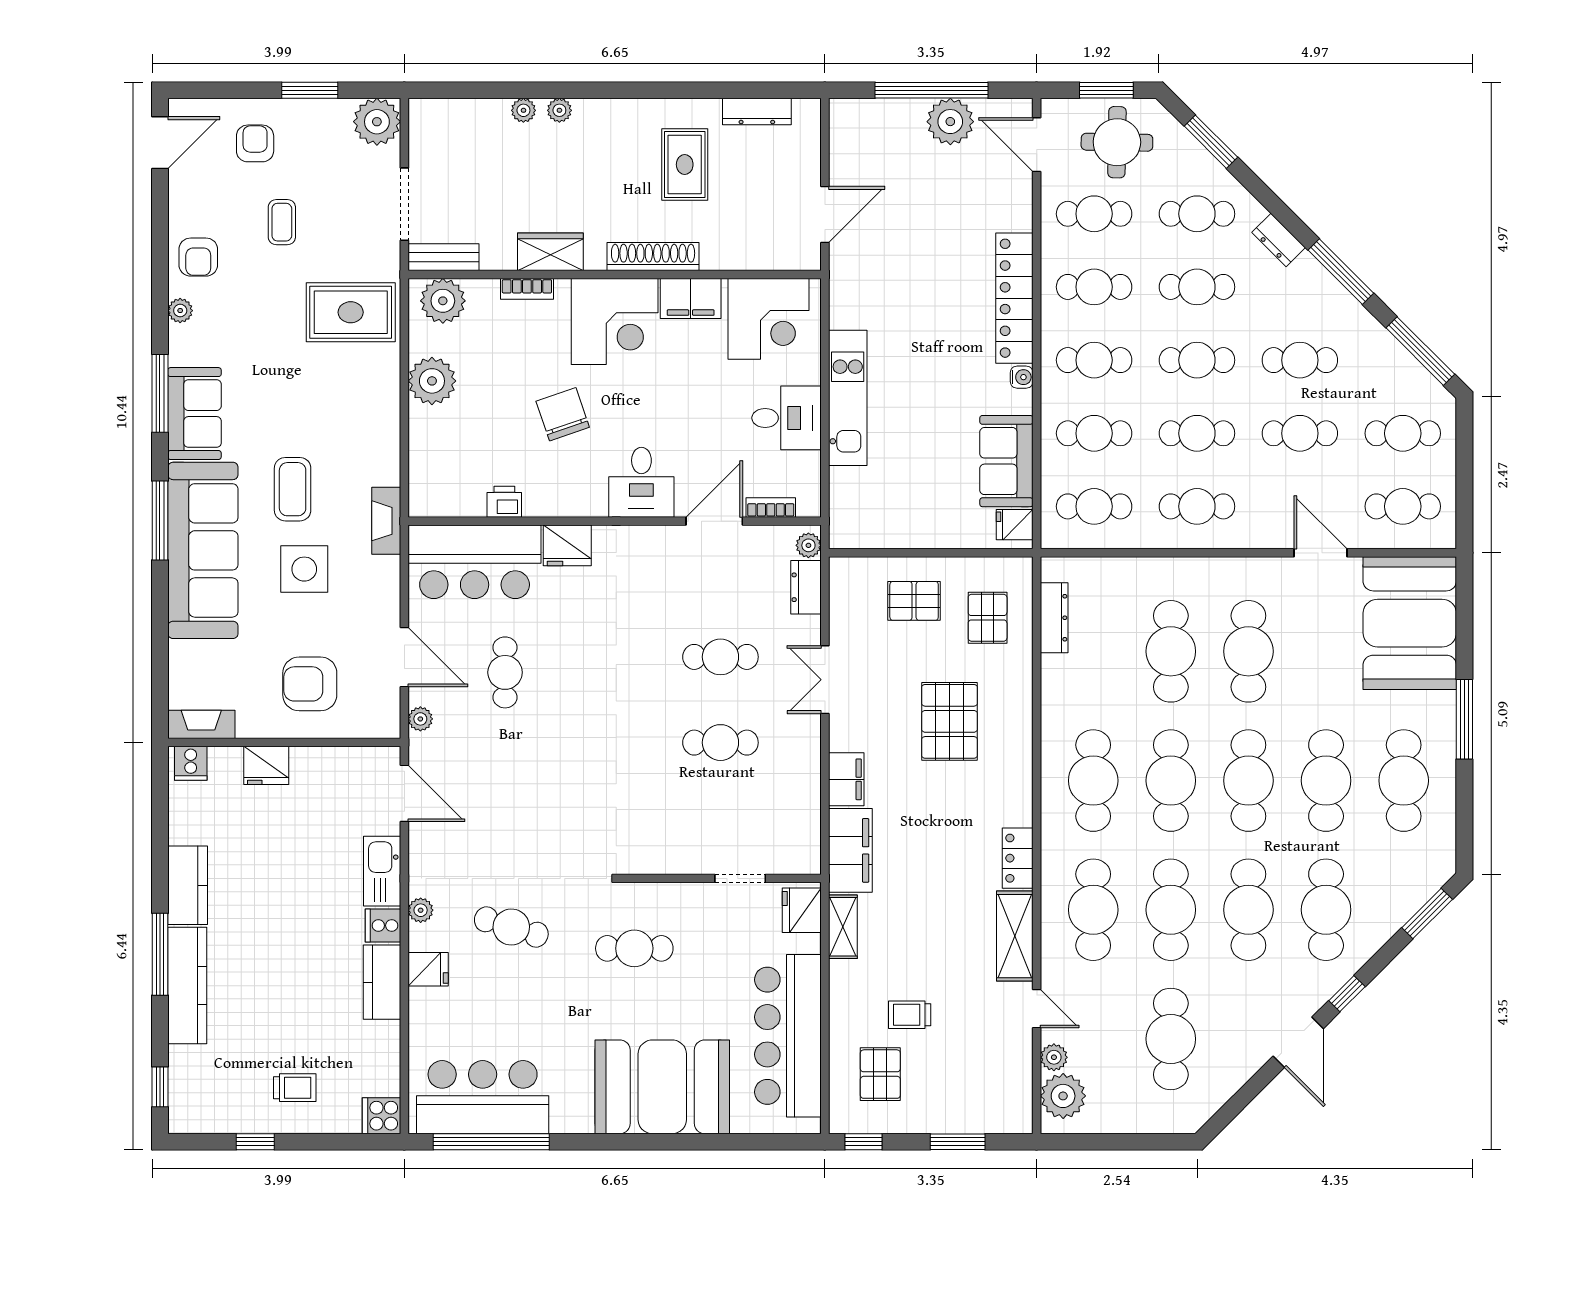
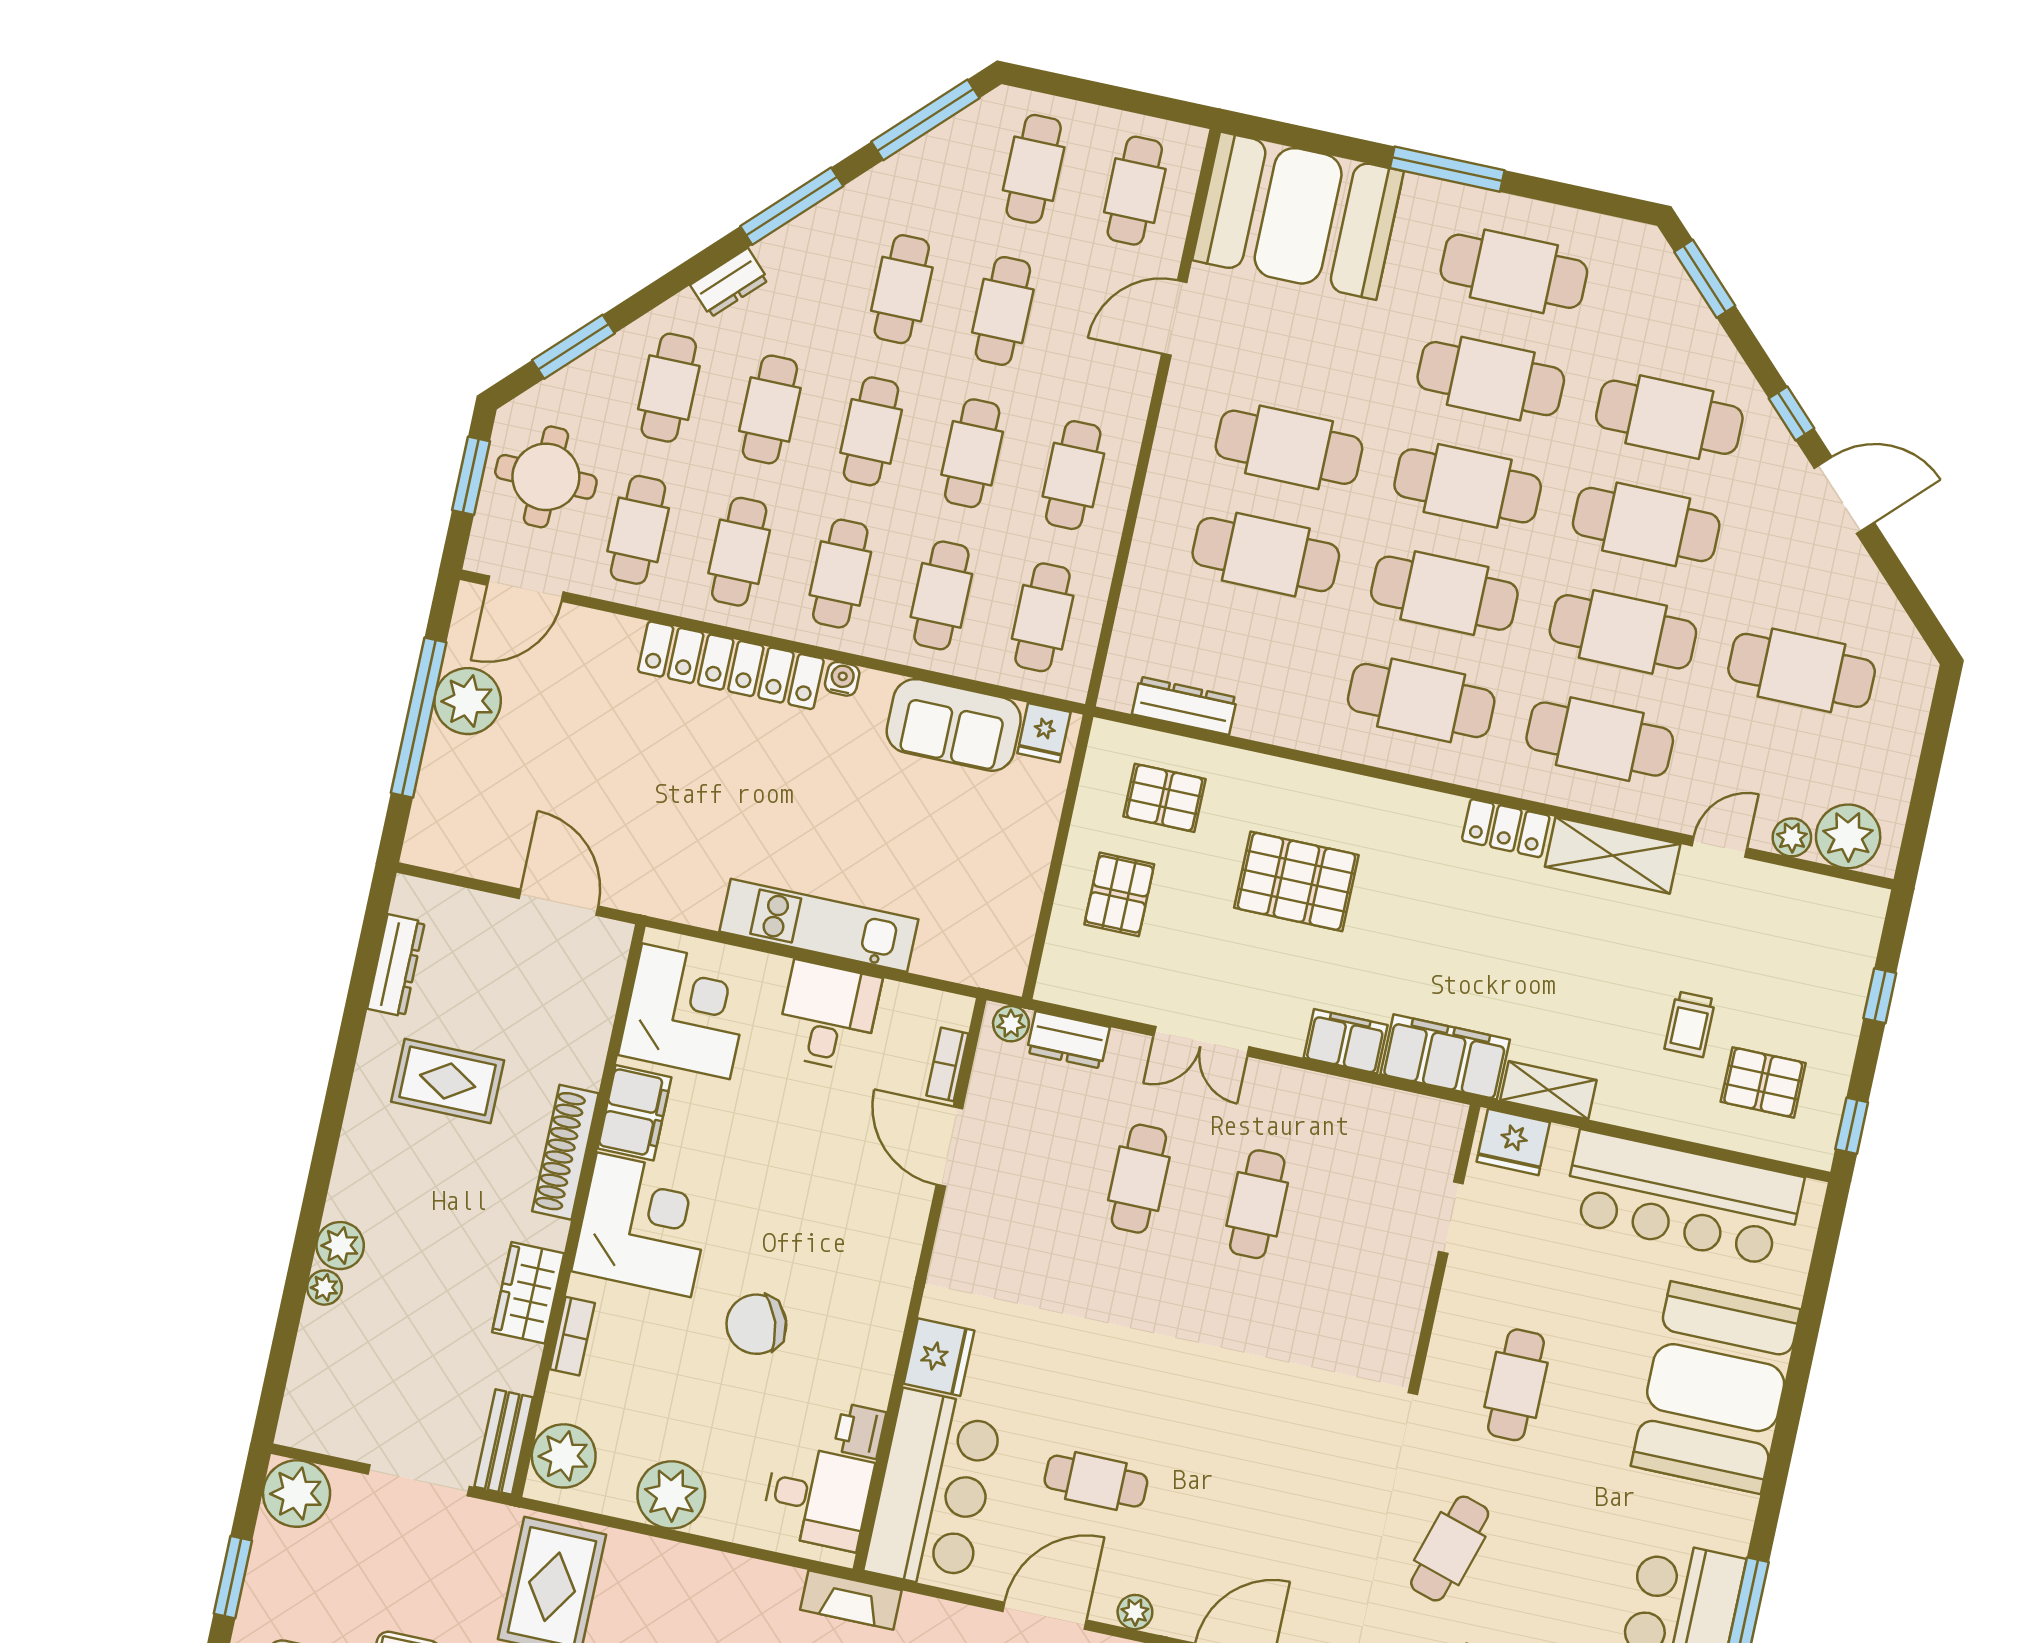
plant: (559, 110) -> (340, 1246), width x1.38, depth x1.38
desk: (641, 482) -> (817, 1497), moved
window: (958, 1142) -> (1880, 996), width x0.67

